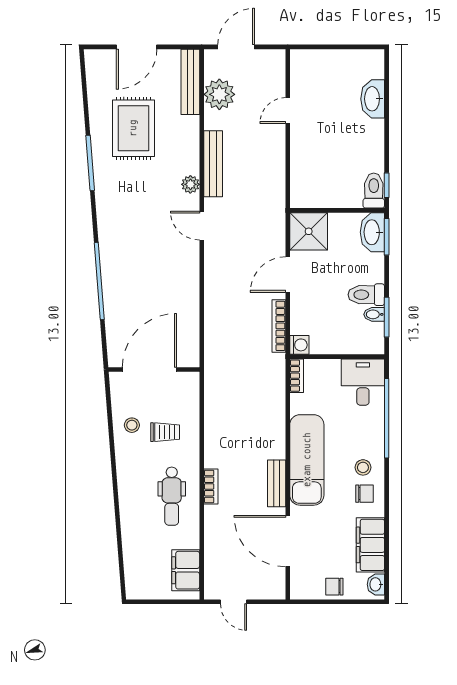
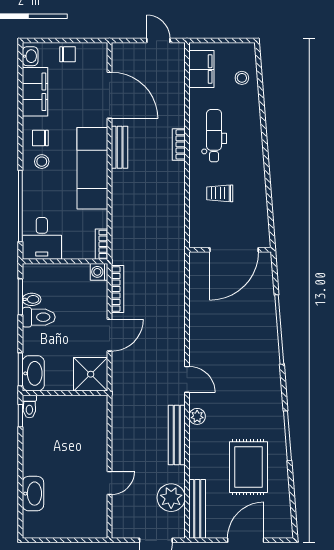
toilet: (374, 191) -> (29, 406), width x0.73, depth x0.72
stool: (132, 425) -> (242, 78), moved

